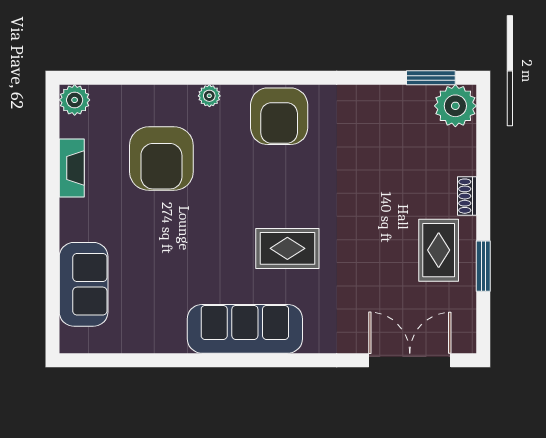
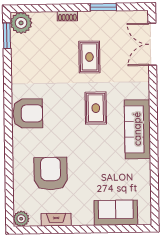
plant: (209, 96) -> (18, 150), removed
armchair: (161, 159) -> (51, 174), turned -90
rug: (439, 250) -> (89, 57), moved, turned 90

